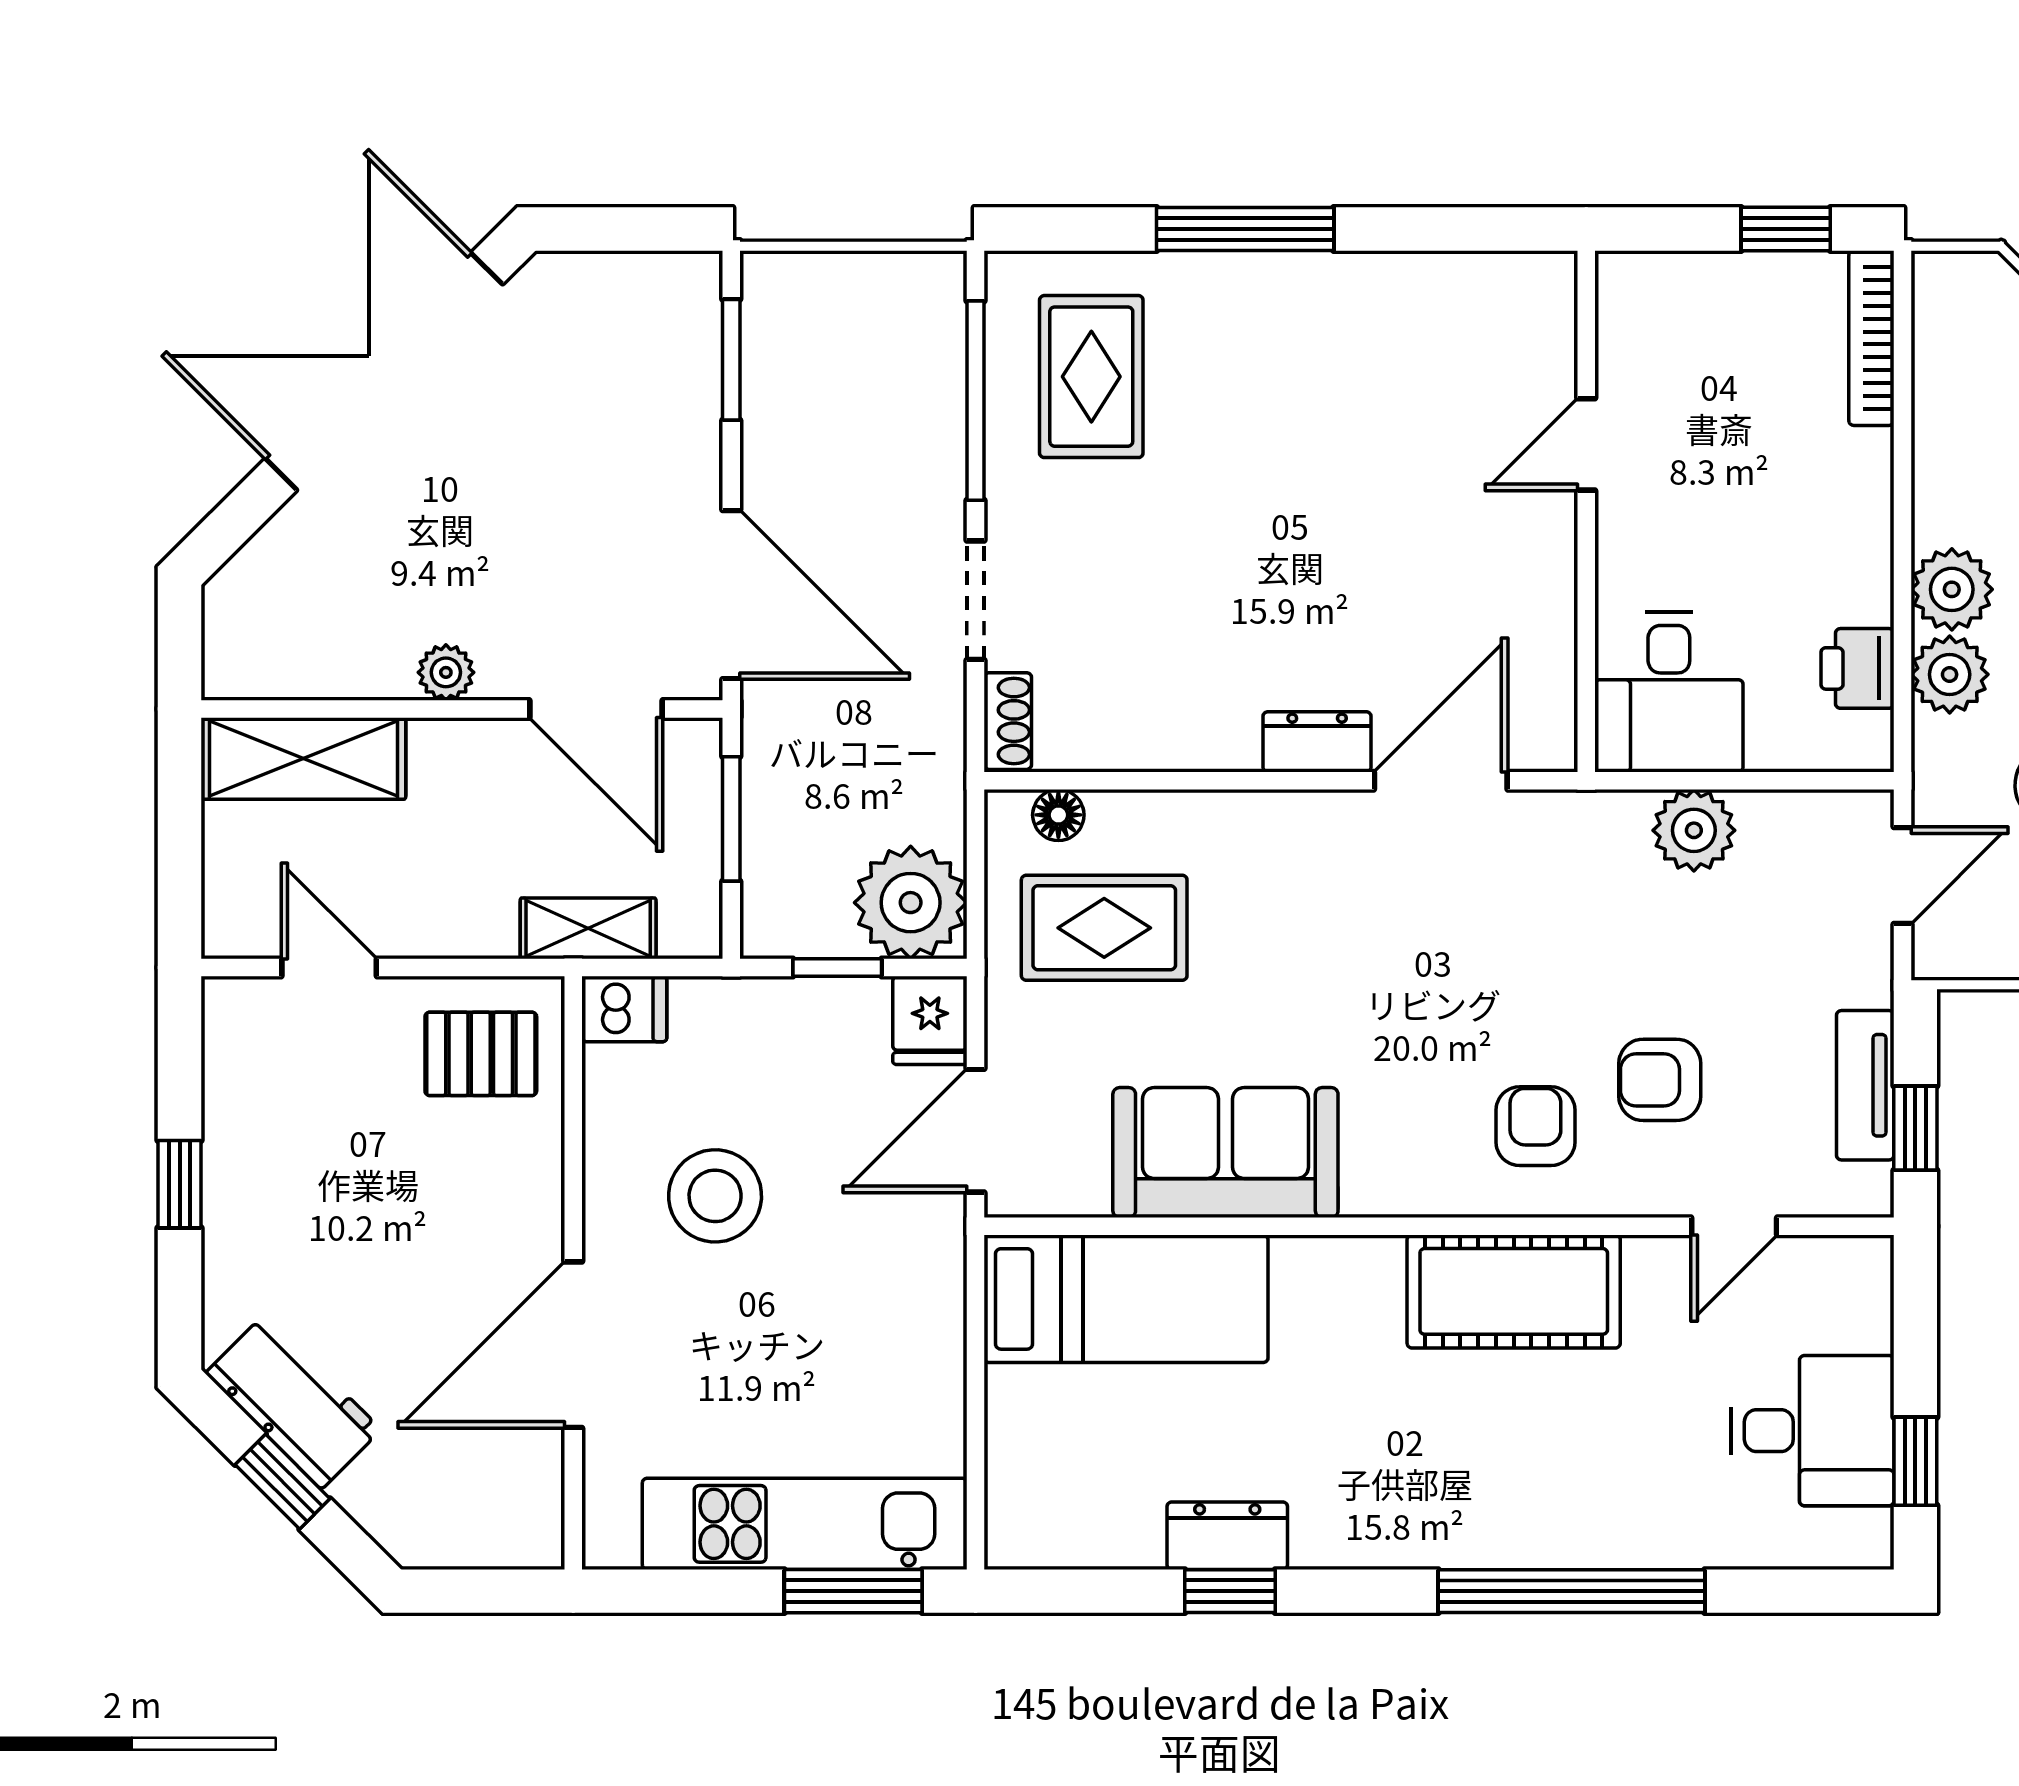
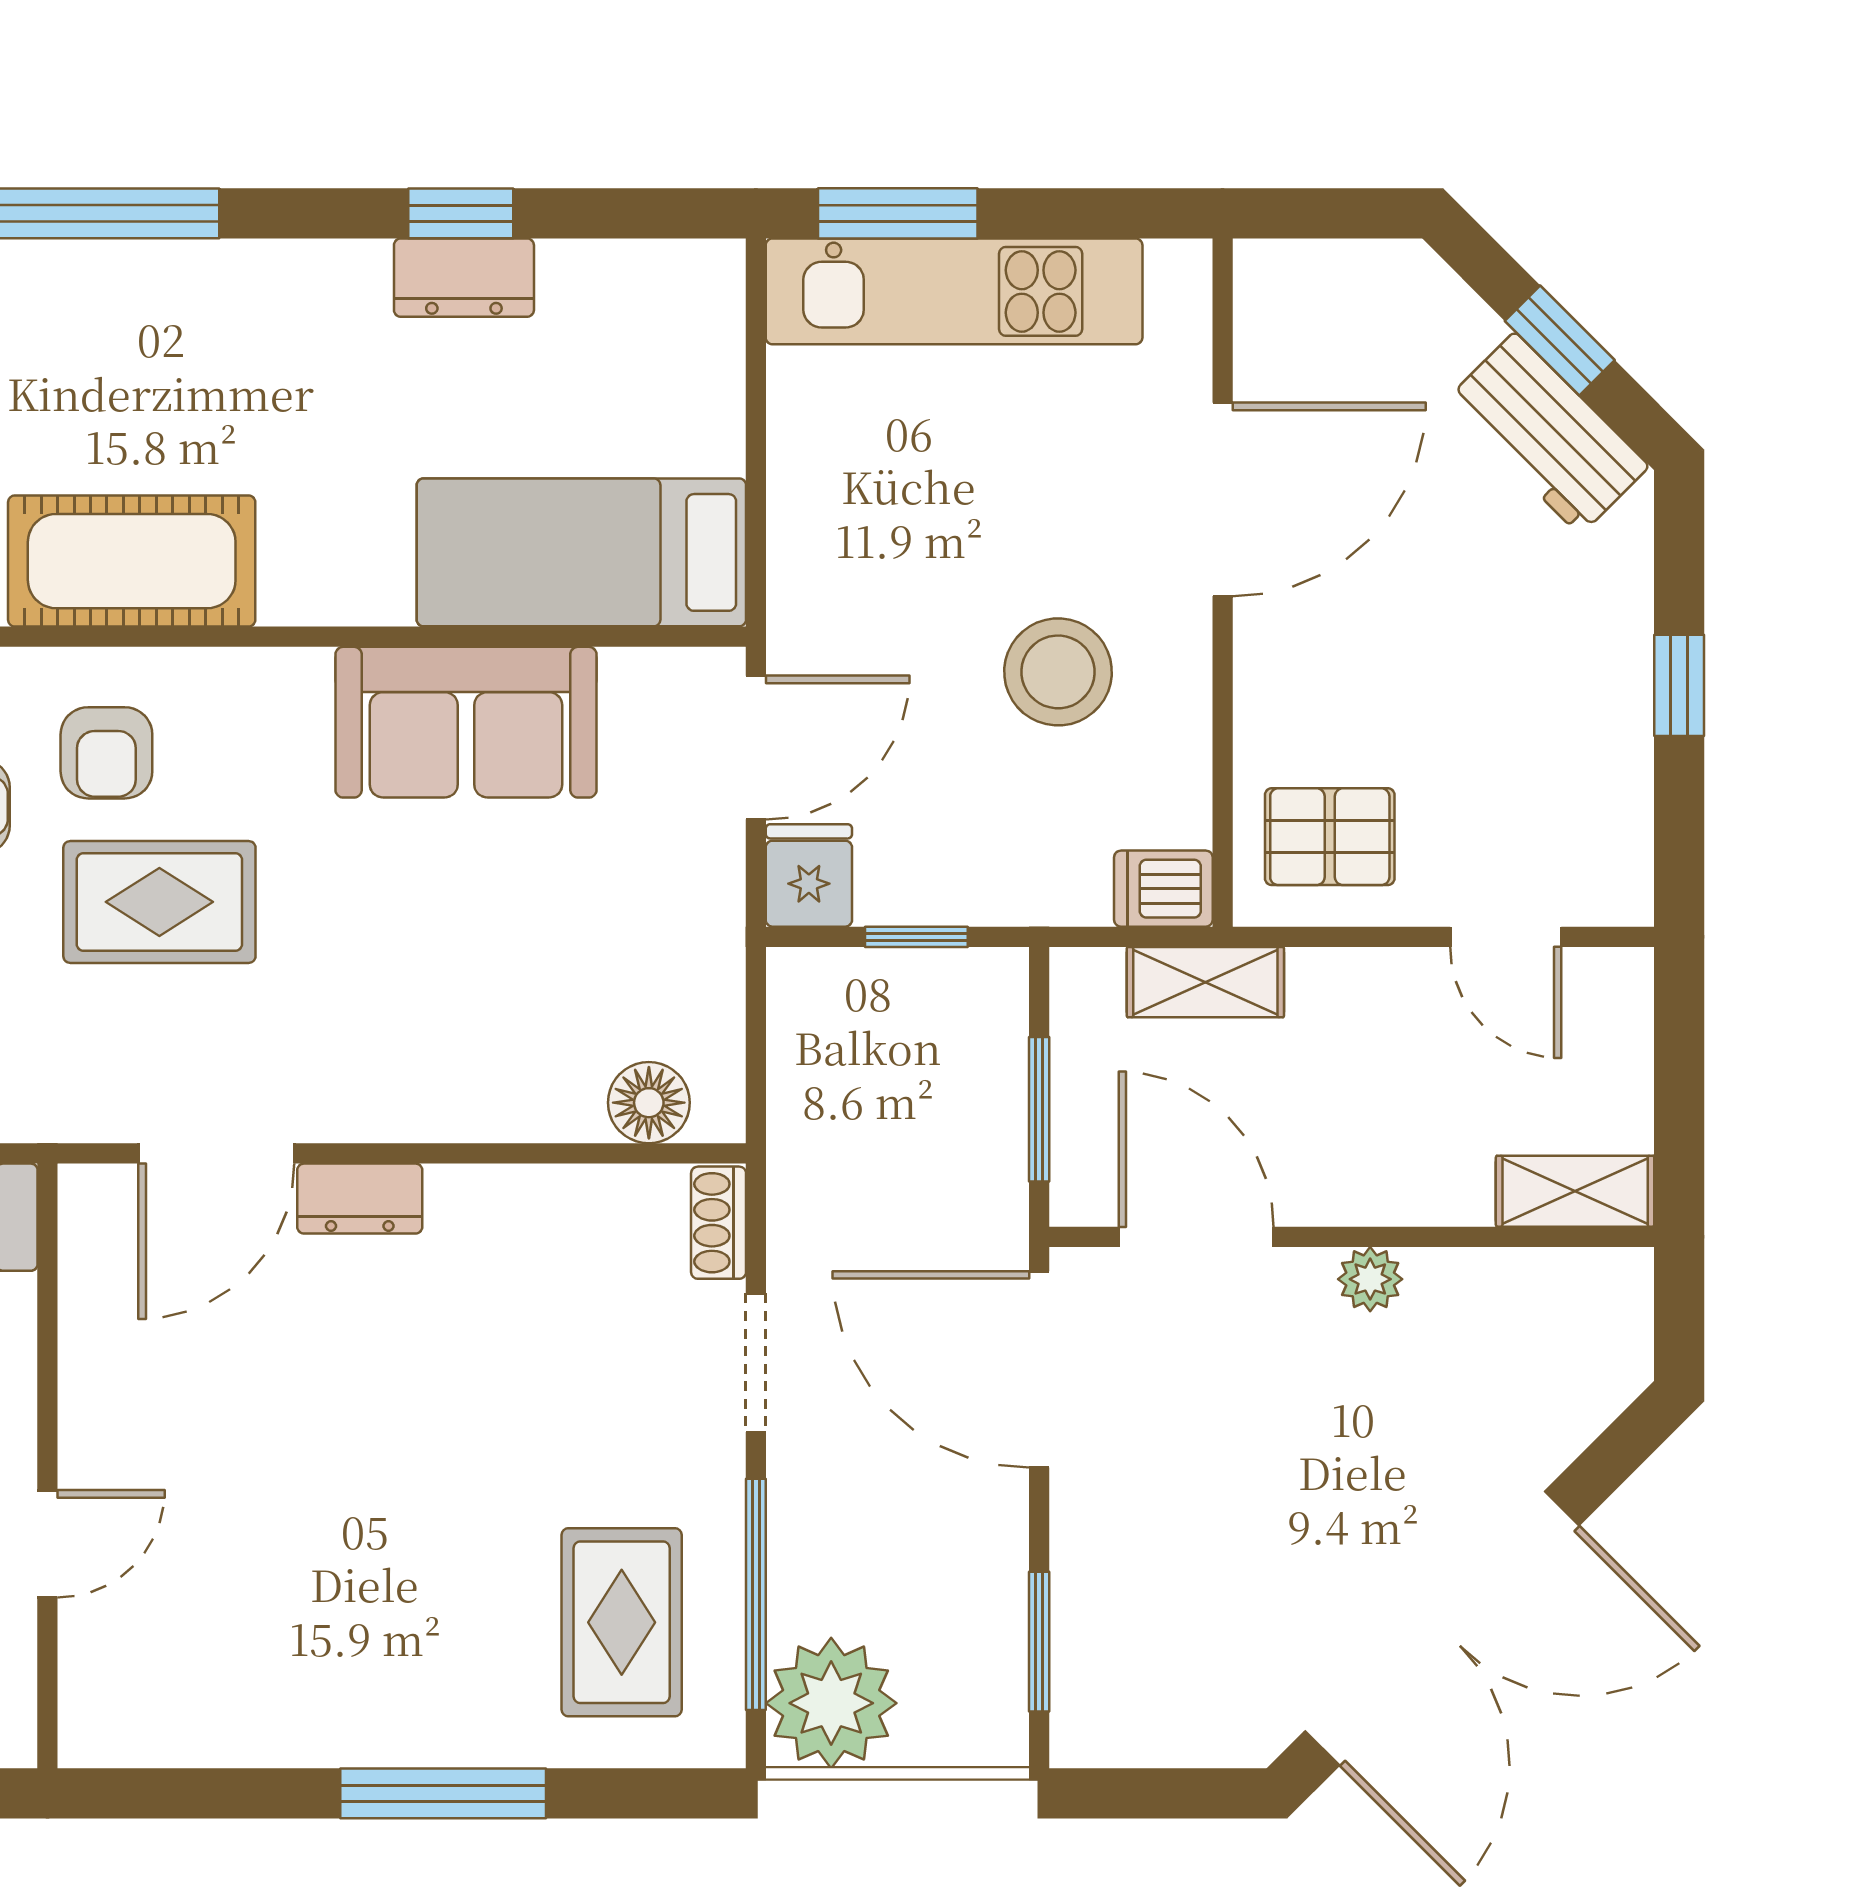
shelving: (303, 758) -> (1575, 1191), width x0.67, depth x0.75
floor lamp: (1058, 815) -> (649, 1103), width x1.37, depth x1.37
plant: (911, 903) -> (831, 1703), moved
rug: (1104, 928) -> (159, 902), moved

